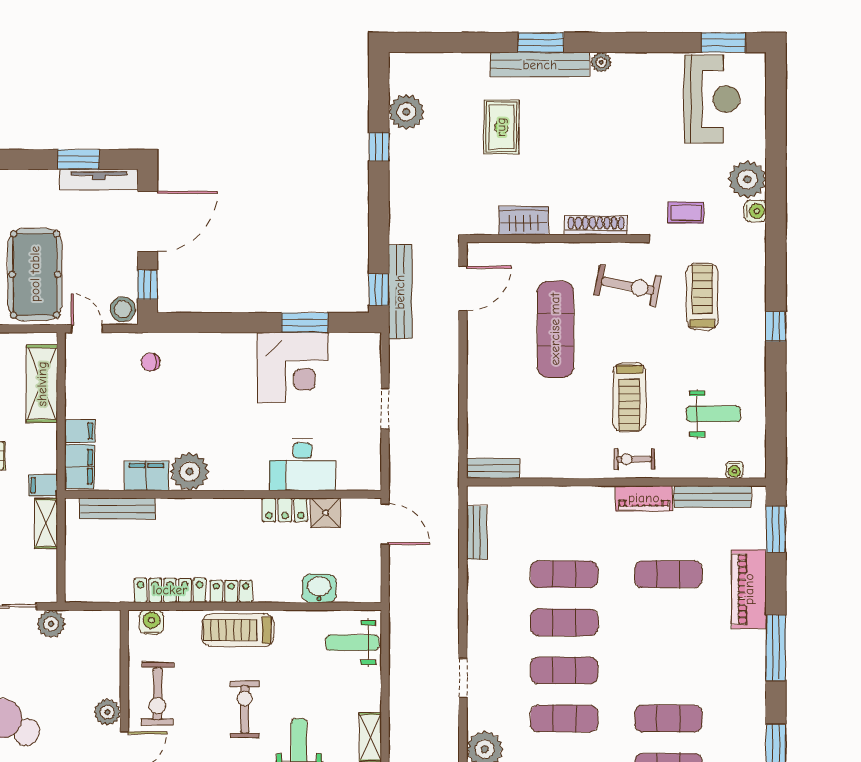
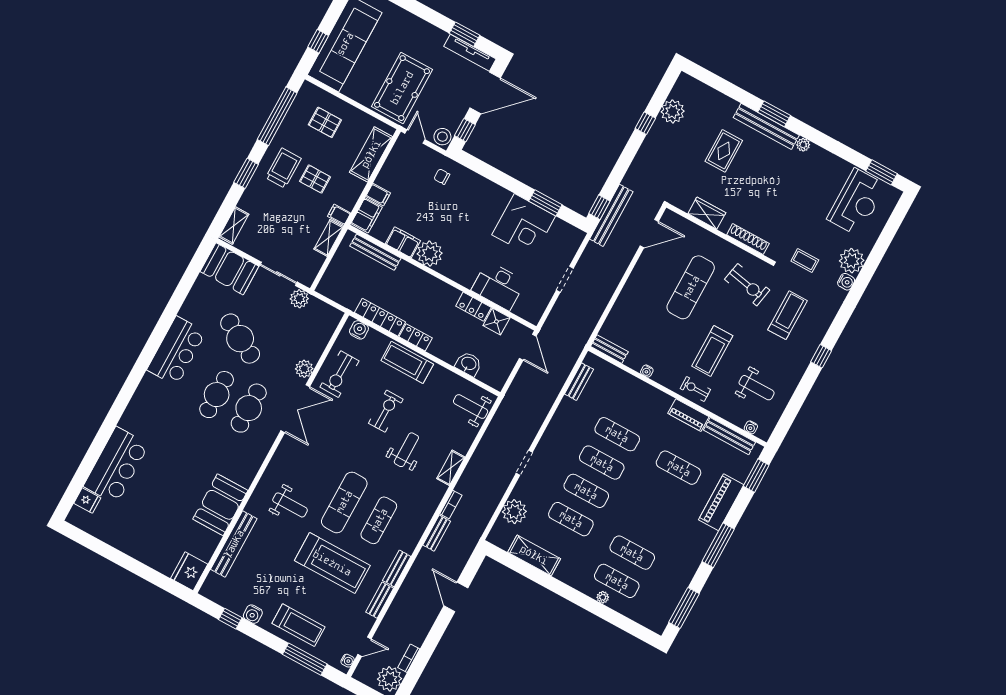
water cooler: (558, 470) -> (647, 371), added

